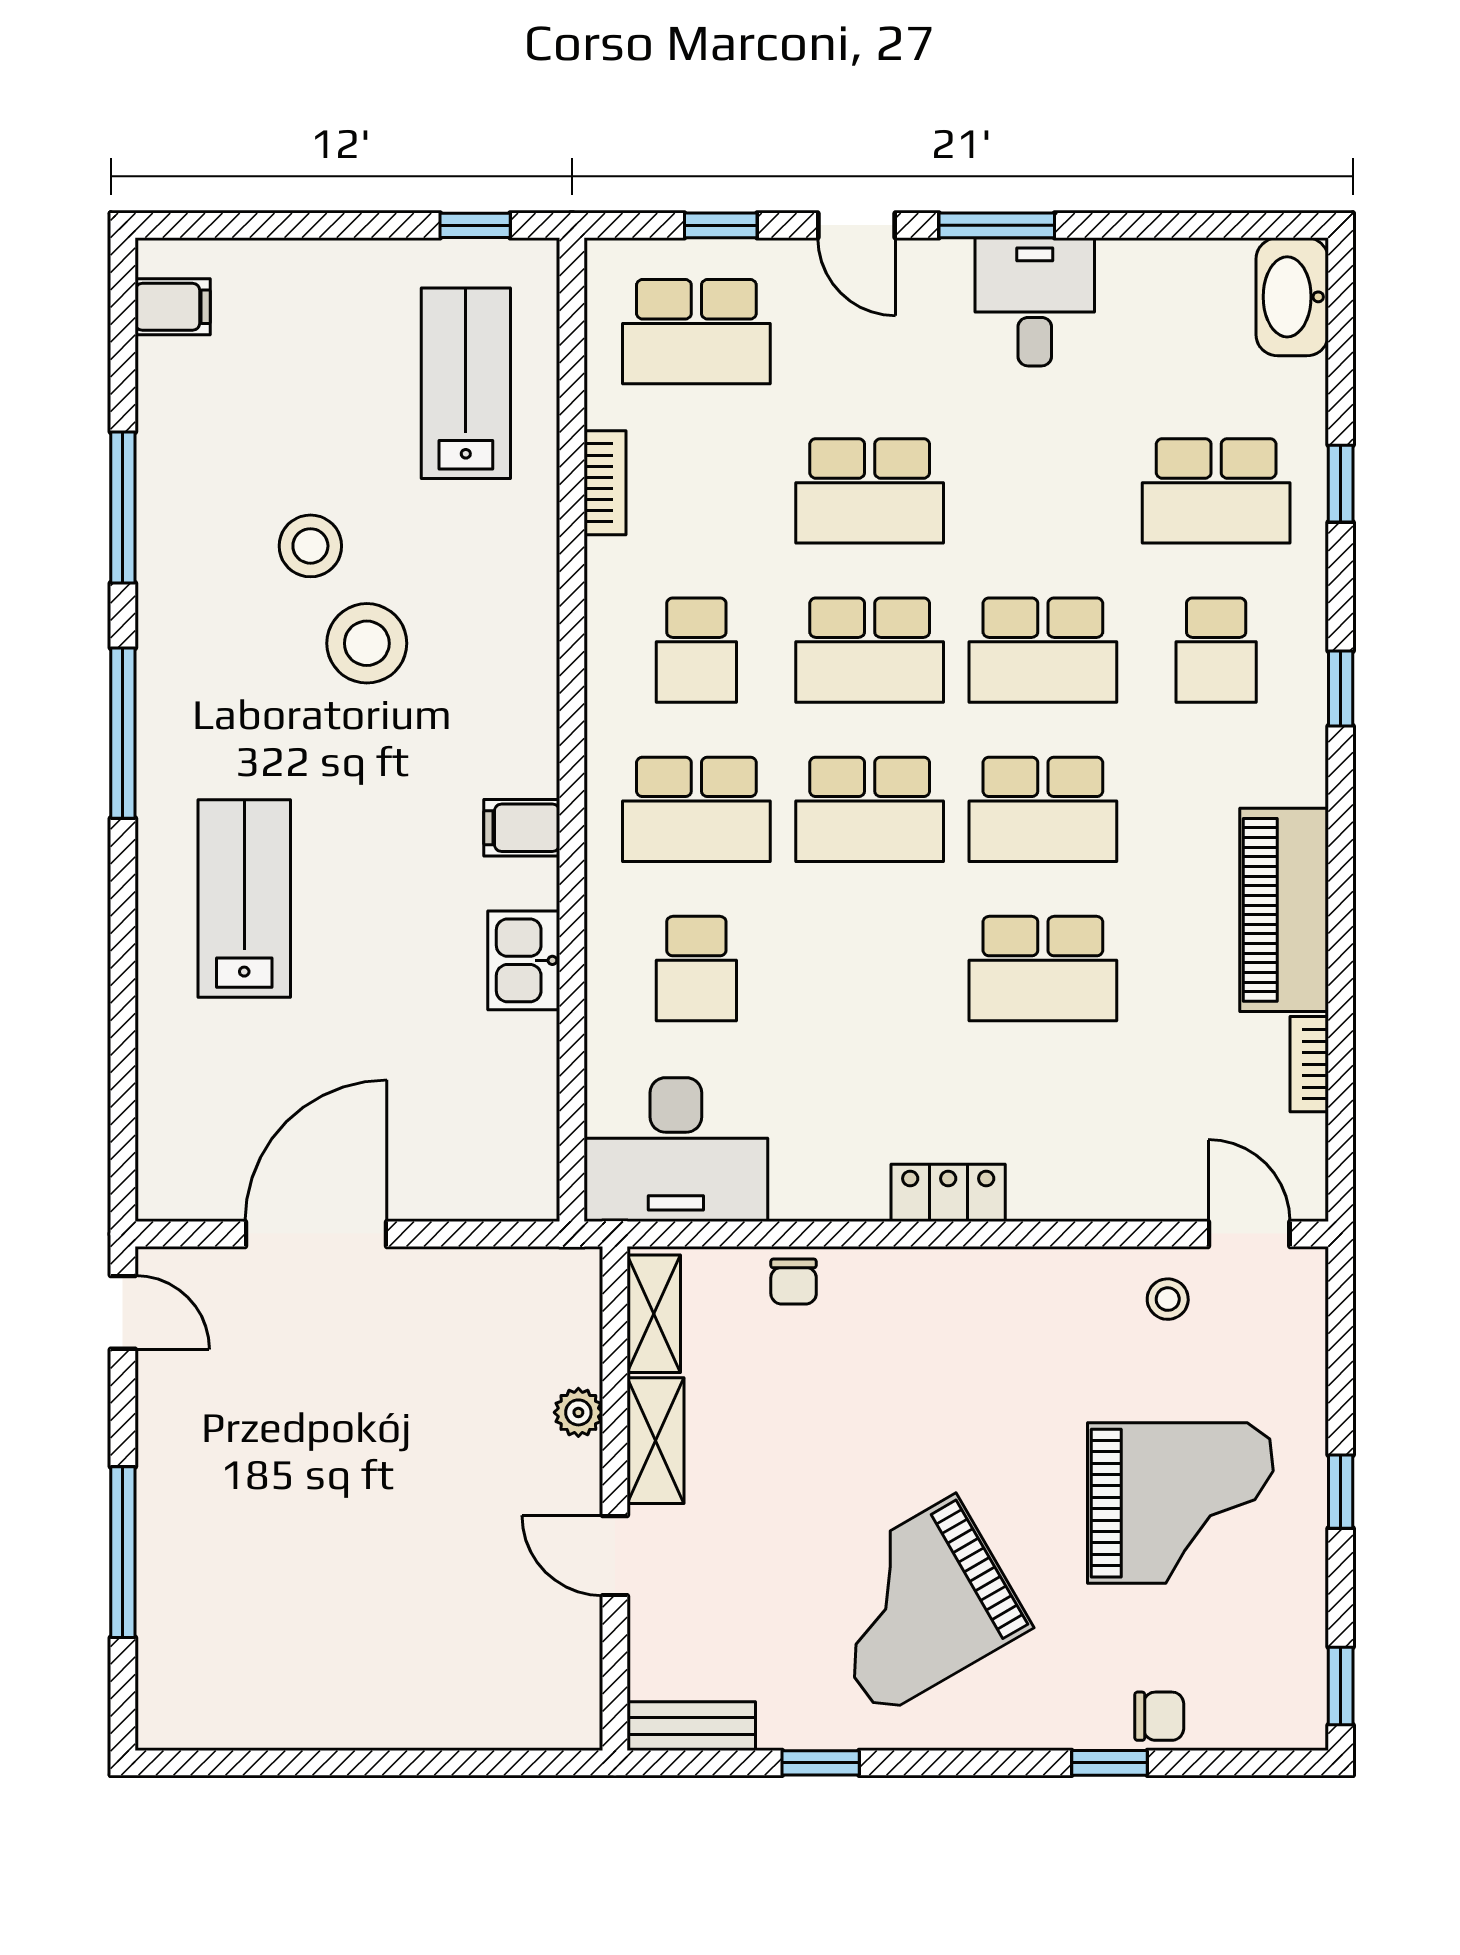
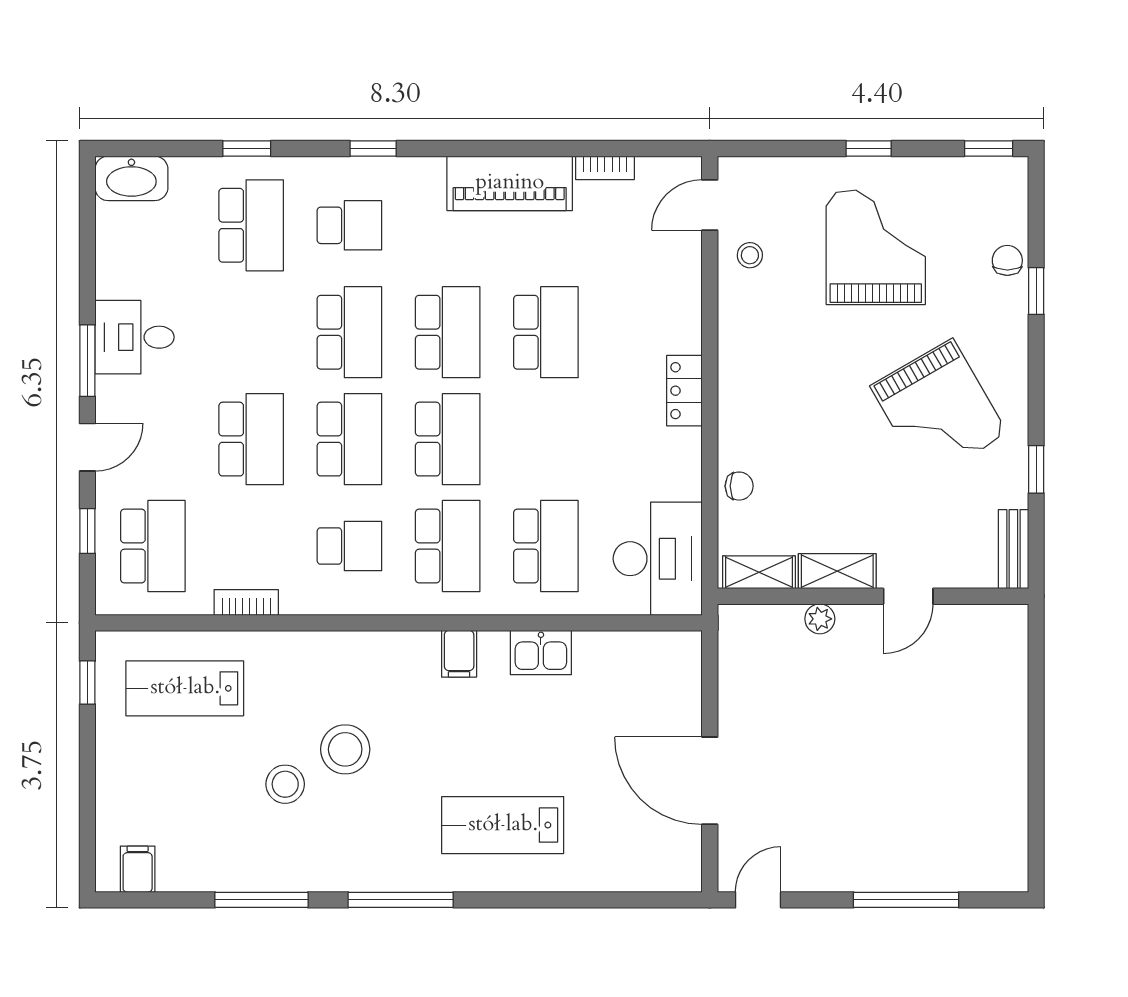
school desk: (696, 969) -> (546, 546), width x1.85

